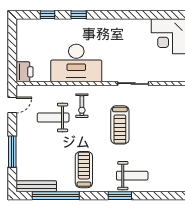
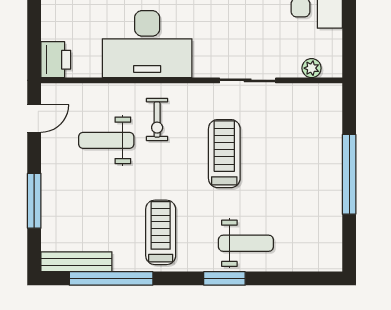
plant: (169, 77) -> (312, 68), added
treadmill: (120, 125) -> (224, 154), turned 180

